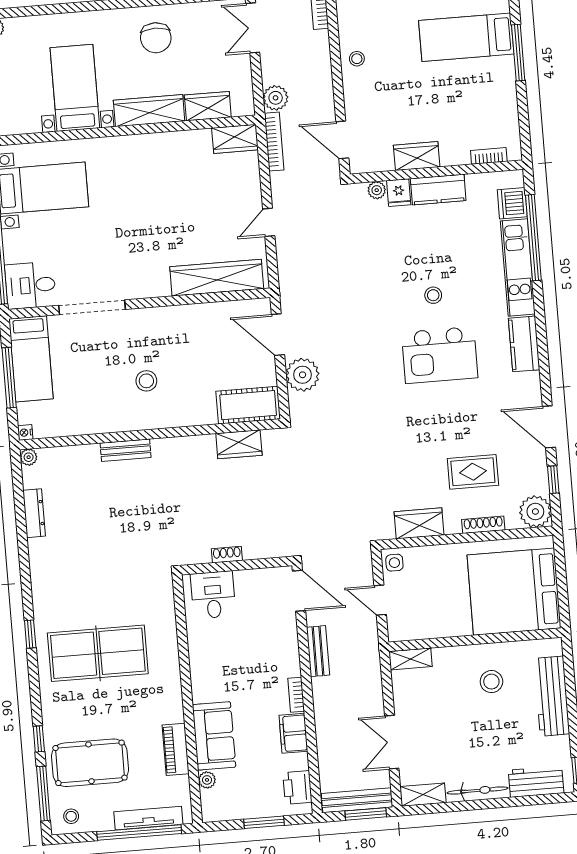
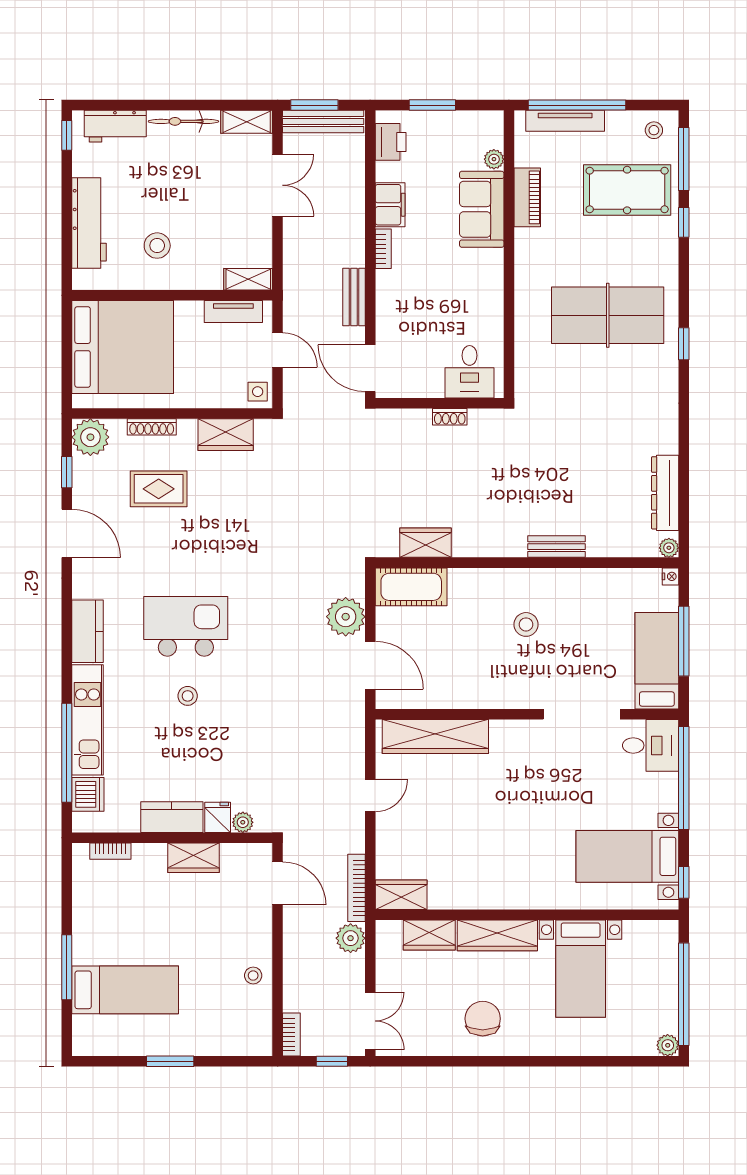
dresser: (34, 513) -> (665, 493), width x1.37, depth x1.24
tv unit: (421, 630) -> (233, 311), added

